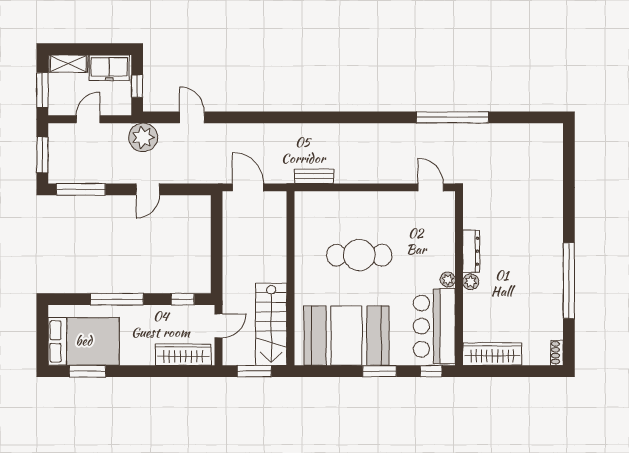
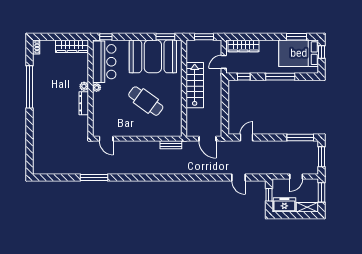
window: (452, 117) -> (94, 177), width x0.68
plant: (143, 137) -> (266, 166), removed
door: (148, 189) -> (247, 138), moved
cafe table: (359, 255) -> (146, 101), turned 36
stairs: (271, 324) -> (195, 85), moved
window: (42, 344) -> (322, 52), added
window: (380, 371) -> (165, 37), moved

